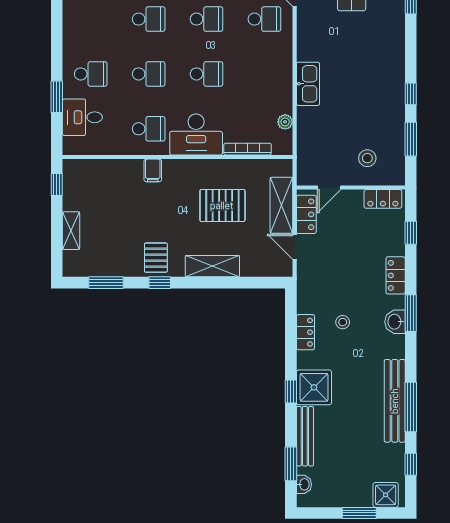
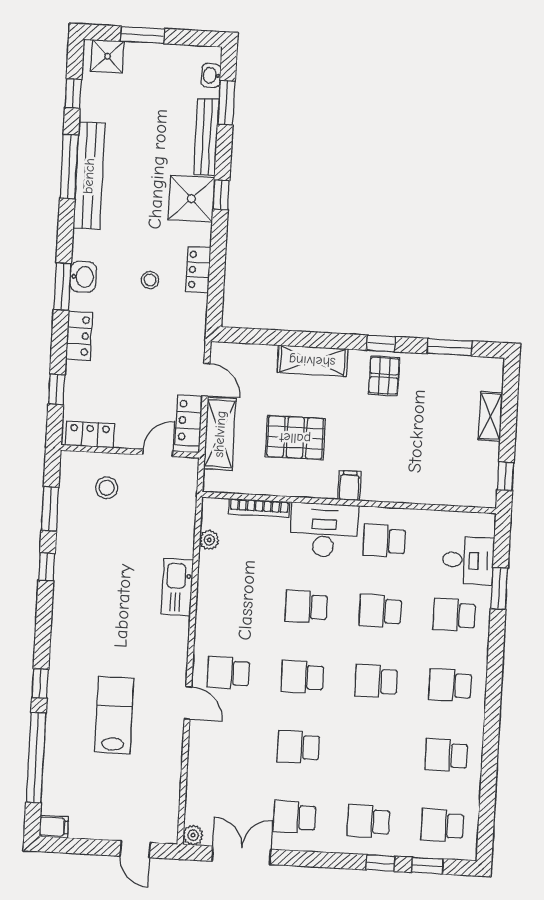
school desk: (91, 19) -> (450, 685), added
filing cabinet: (153, 170) -> (349, 486), moved

